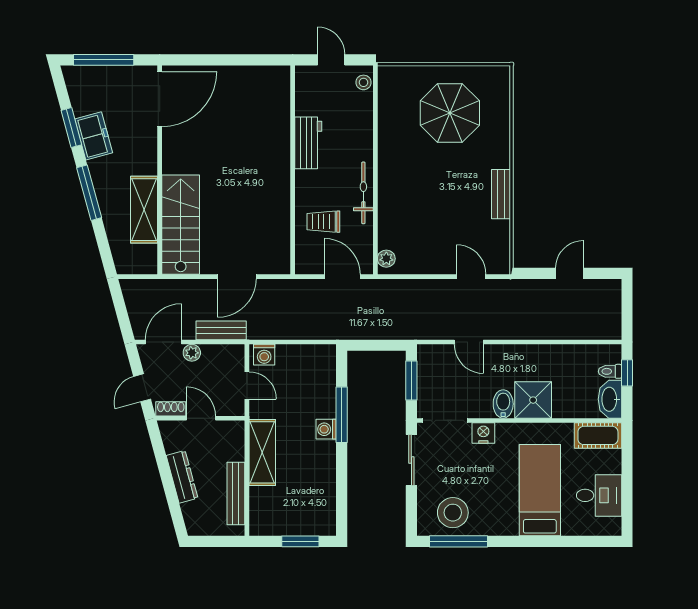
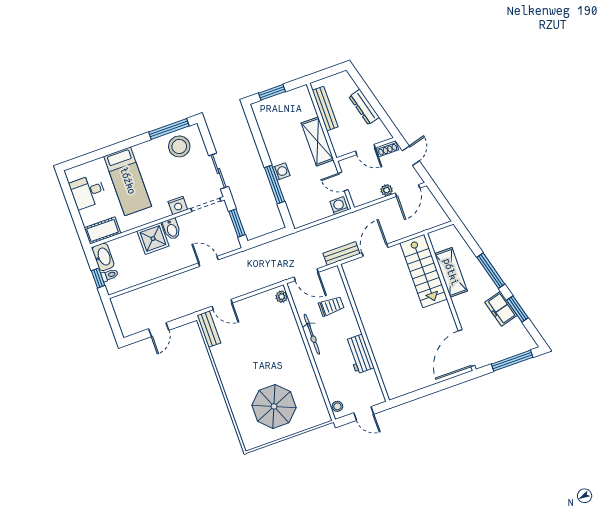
bench: (501, 194) -> (209, 329), moved
bench: (221, 330) -> (341, 253), moved

